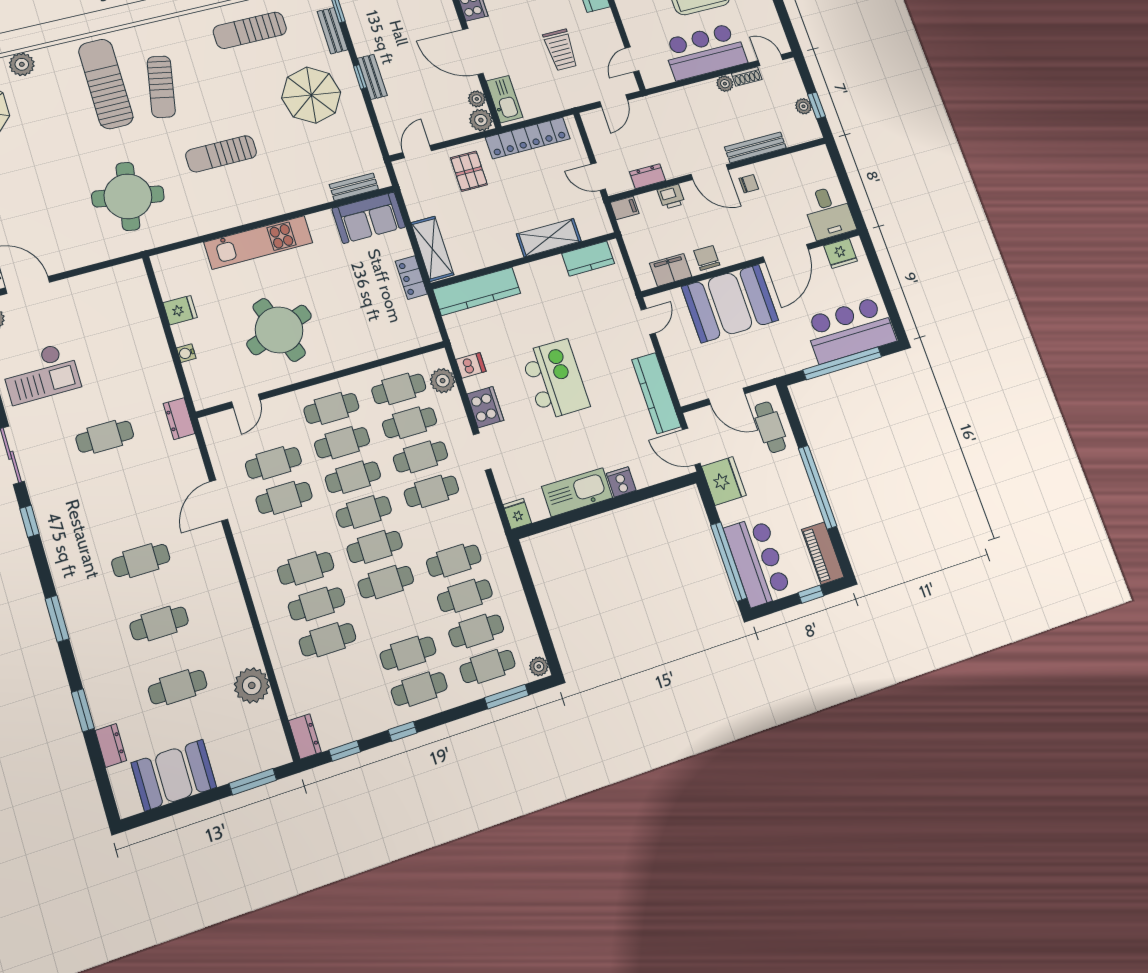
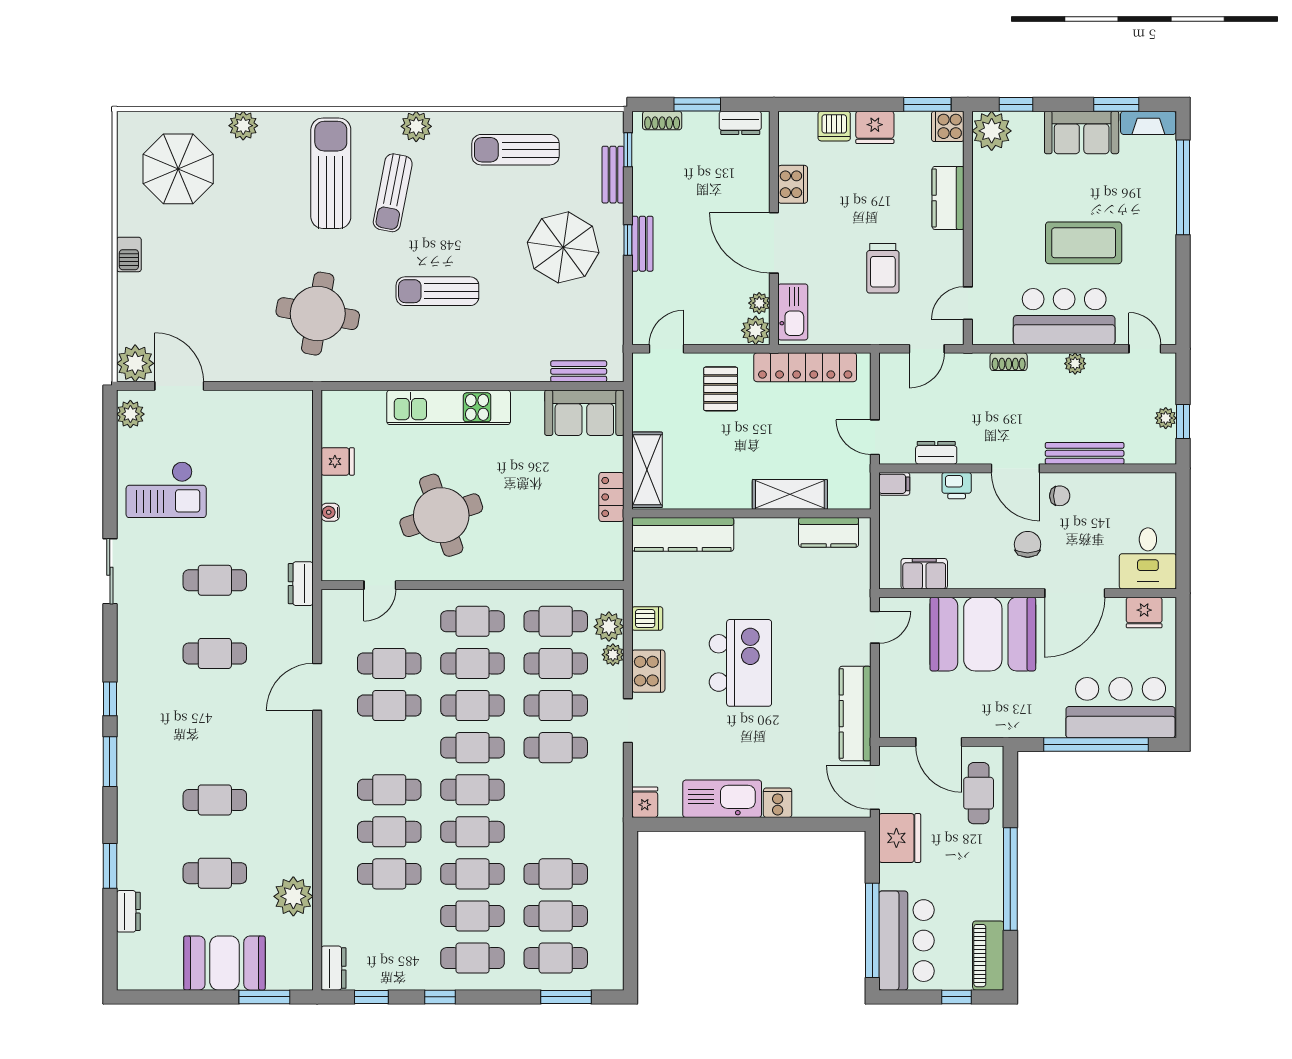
plant: (165, 31) -> (416, 126), added
shoe rack: (747, 77) -> (1009, 362), moved
chair: (707, 258) -> (1028, 544), moved
window: (30, 521) -> (110, 699), moved
cafe table: (141, 560) -> (215, 653), moved
cafe table: (454, 561) -> (472, 874), moved
plant: (539, 666) -> (613, 655), moved
booth: (174, 775) -> (224, 963), moved

